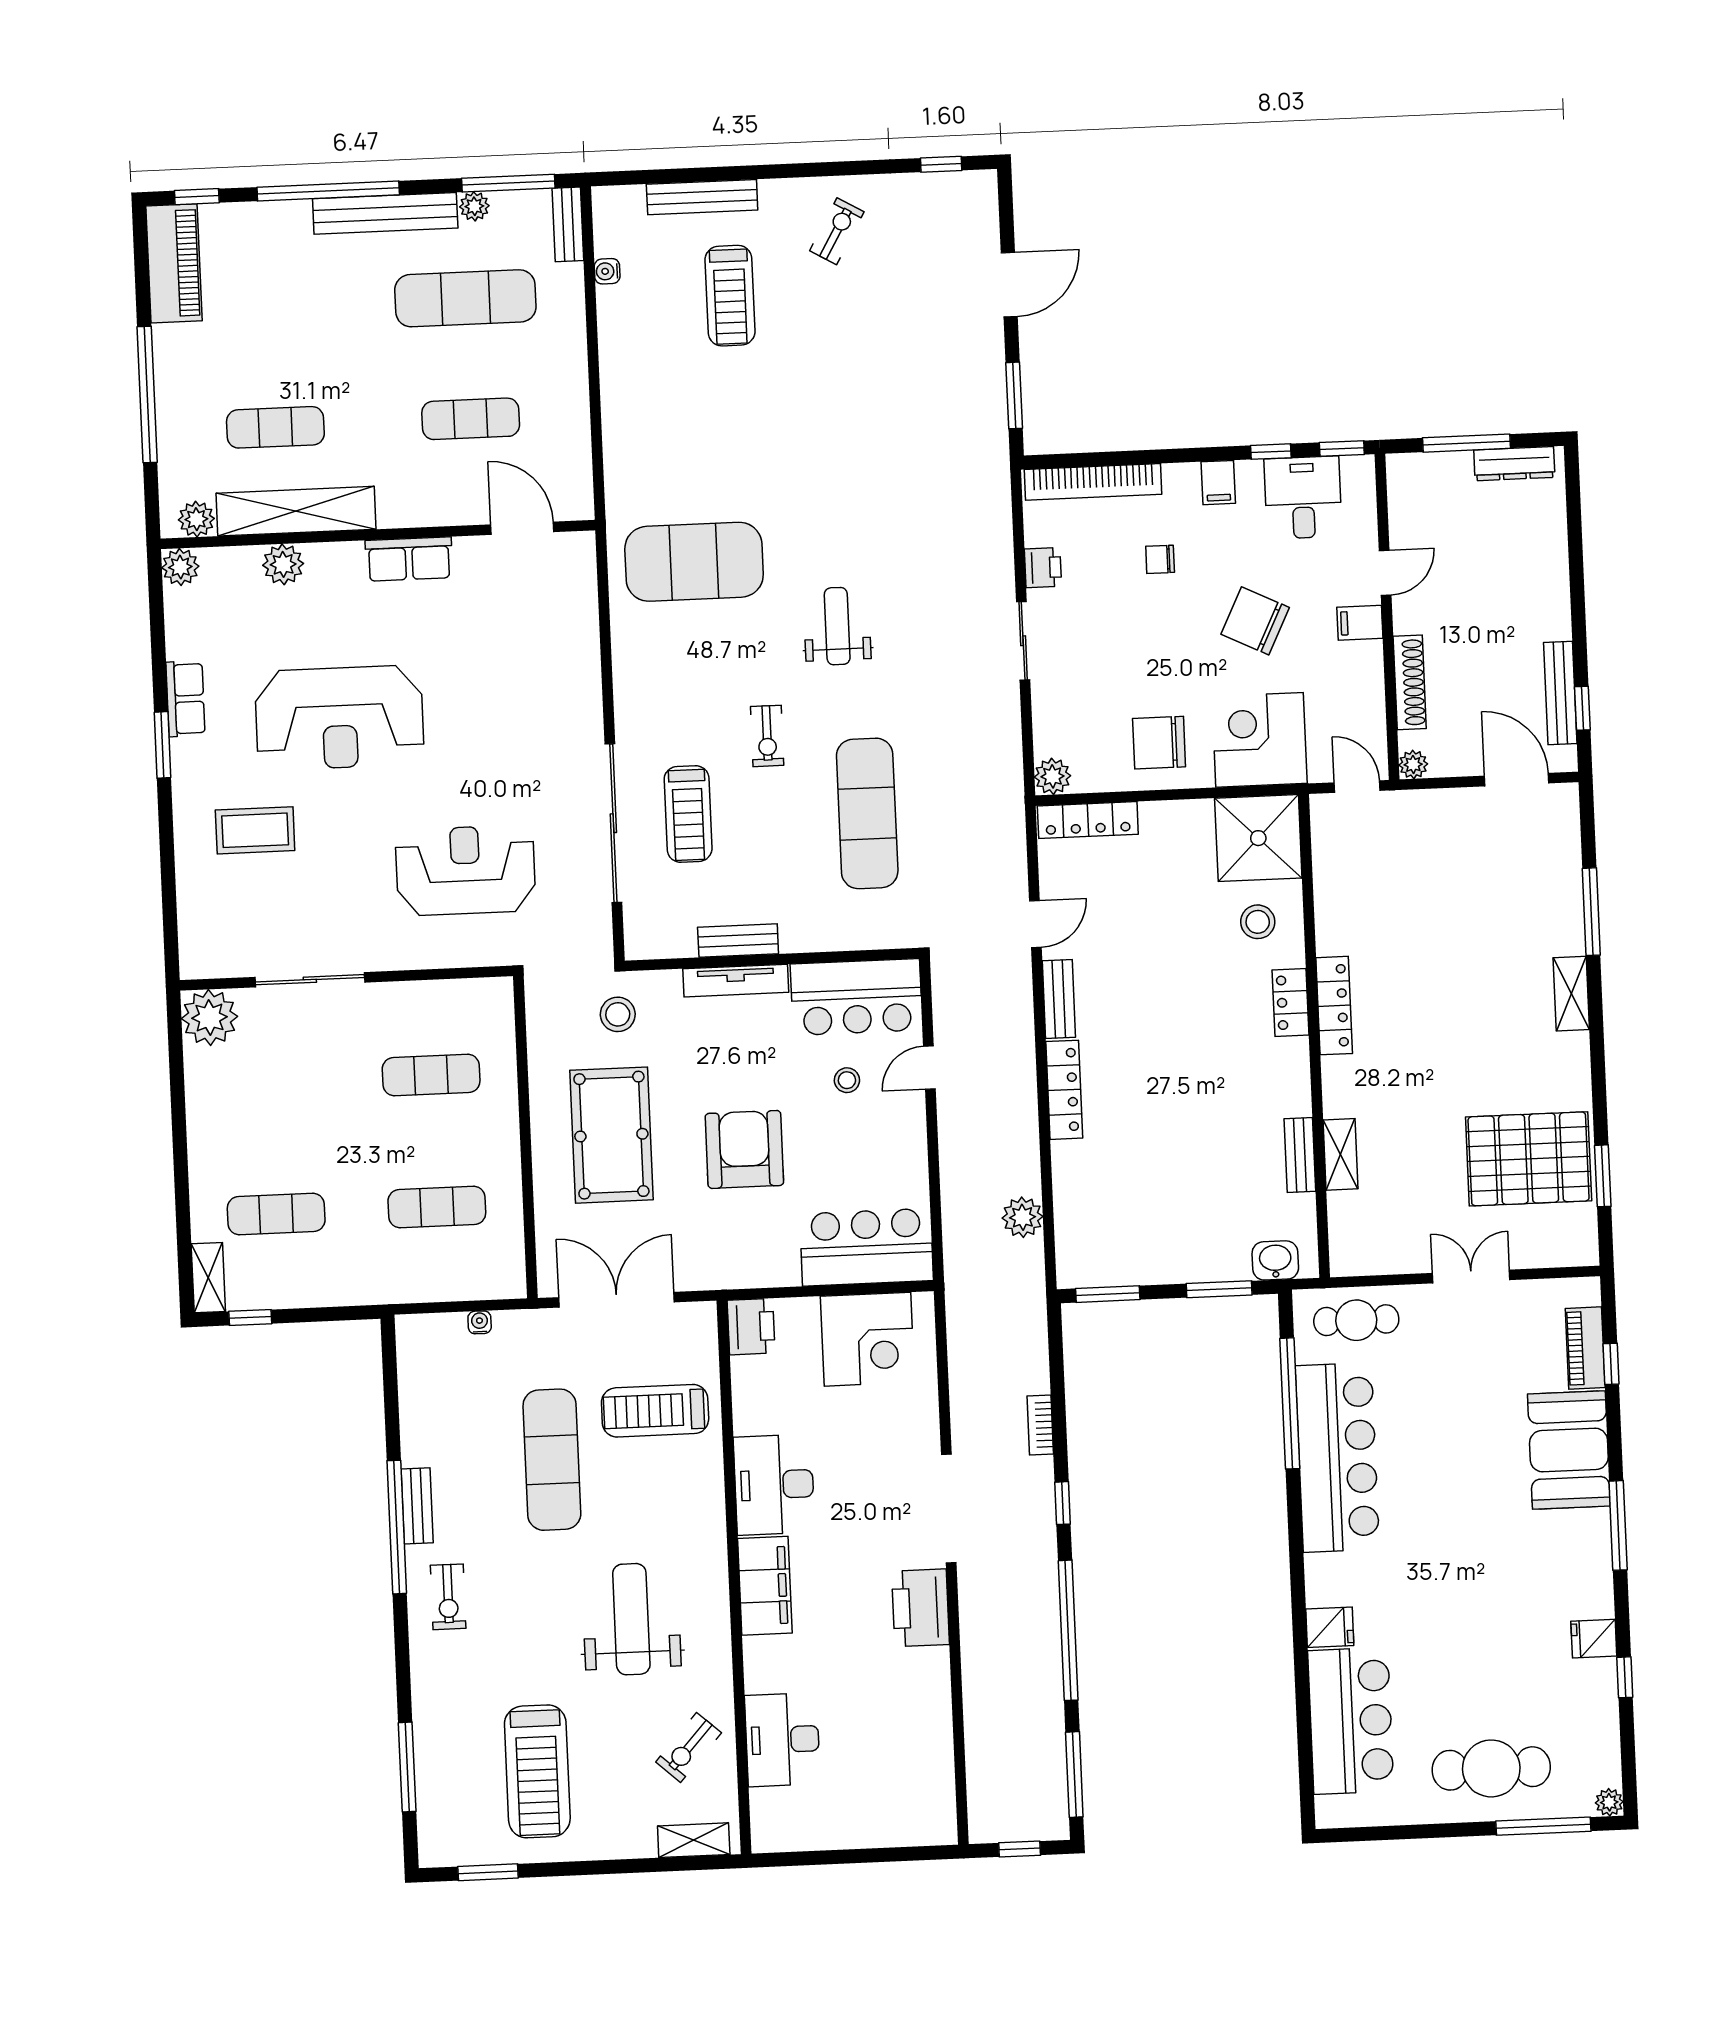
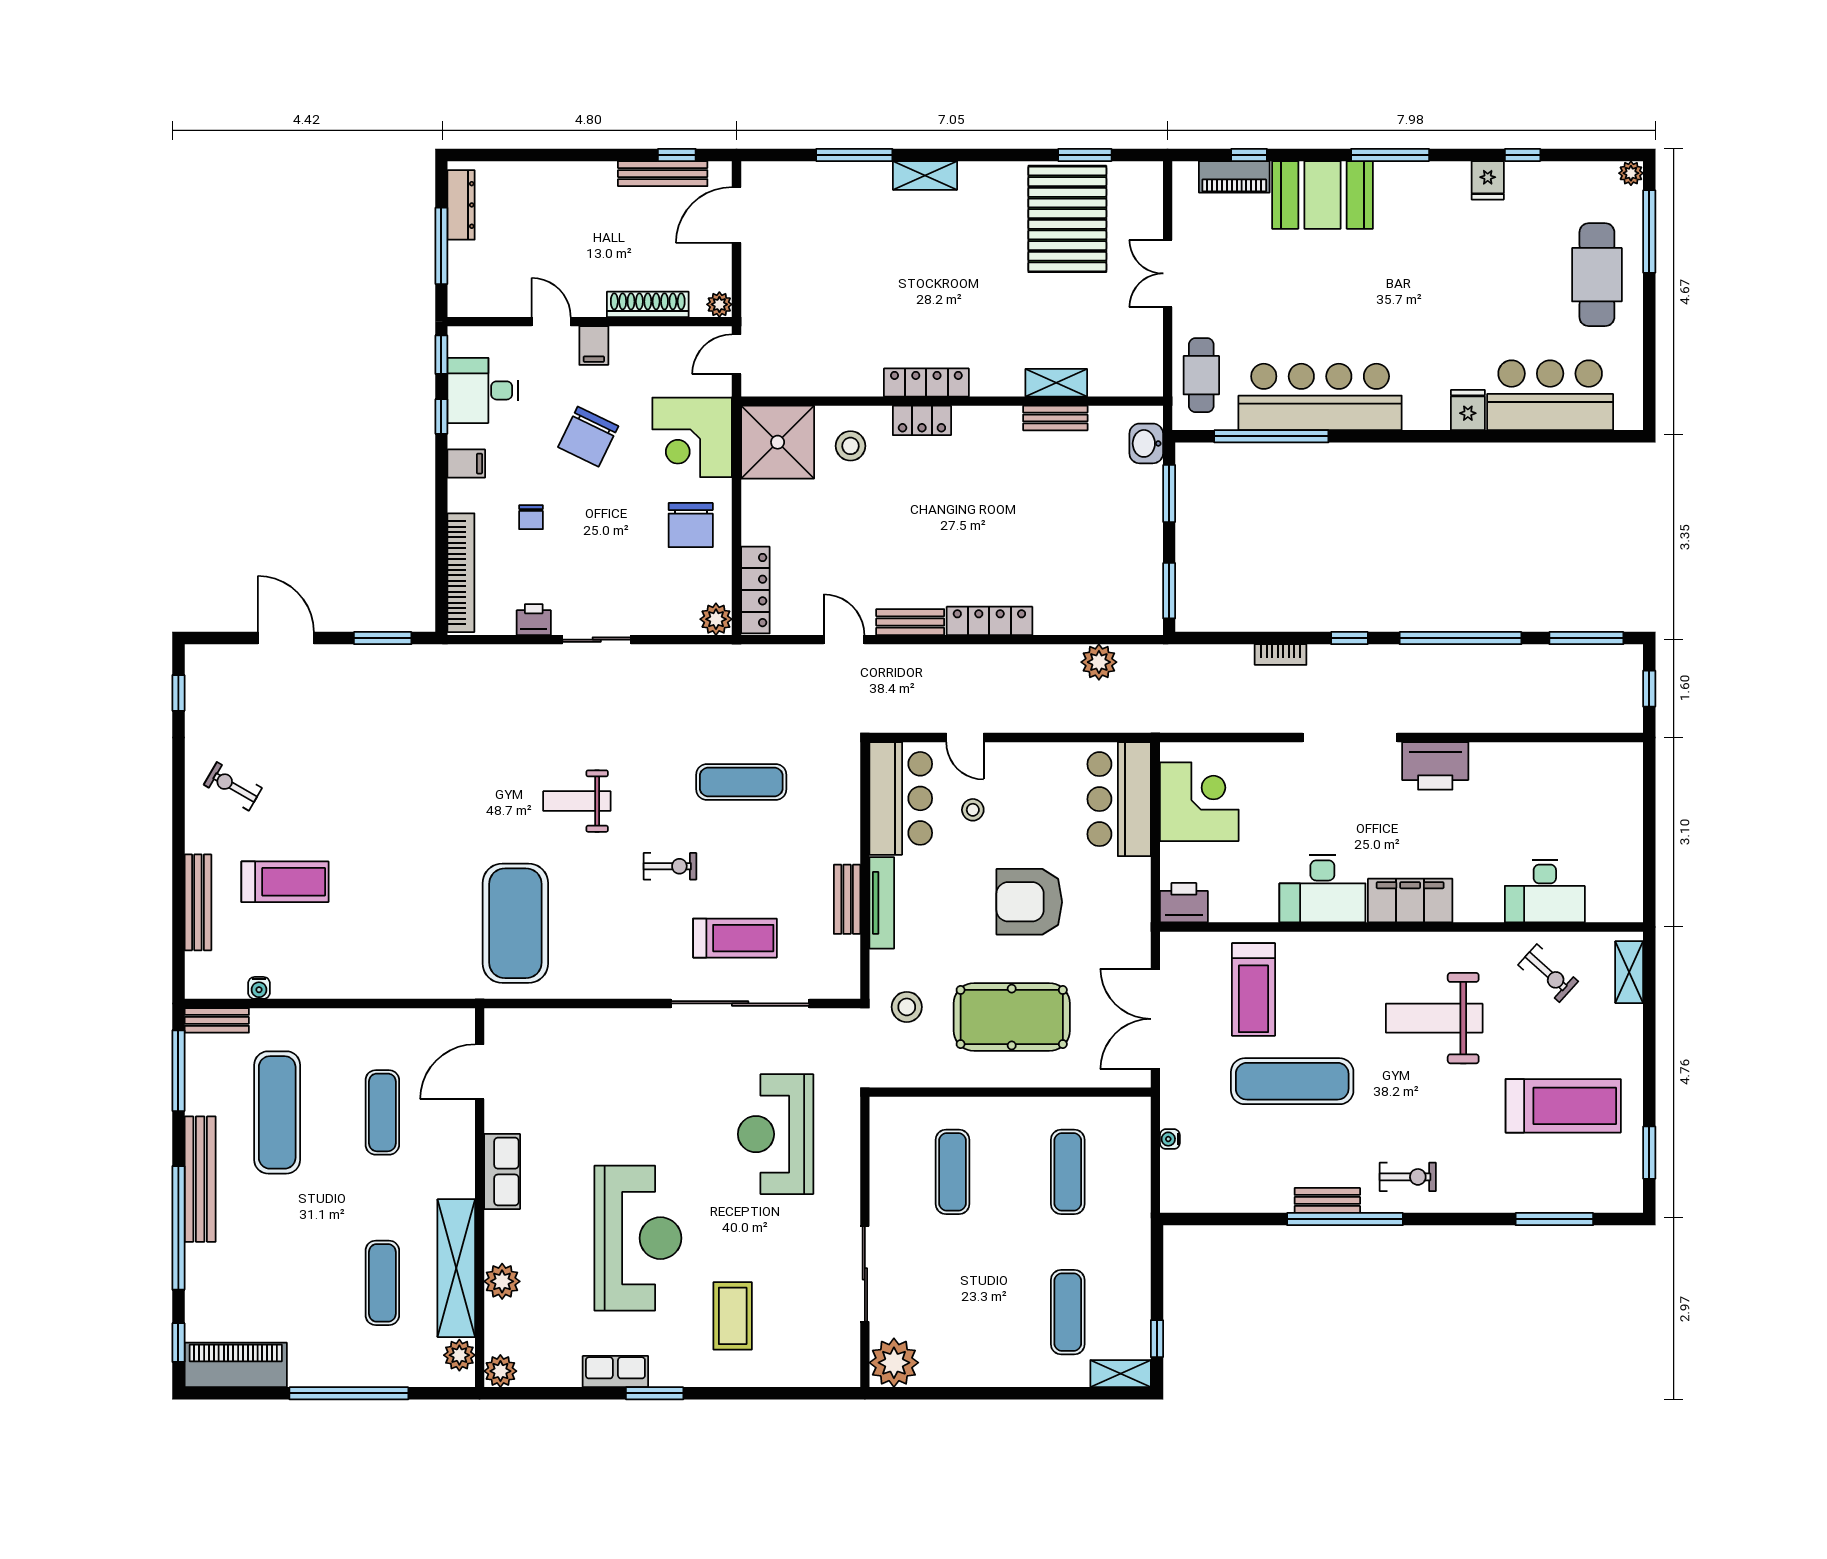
plant: (474, 206) -> (197, 1101), removed
exercise mat: (867, 813) -> (741, 782), width x0.73, depth x0.69

